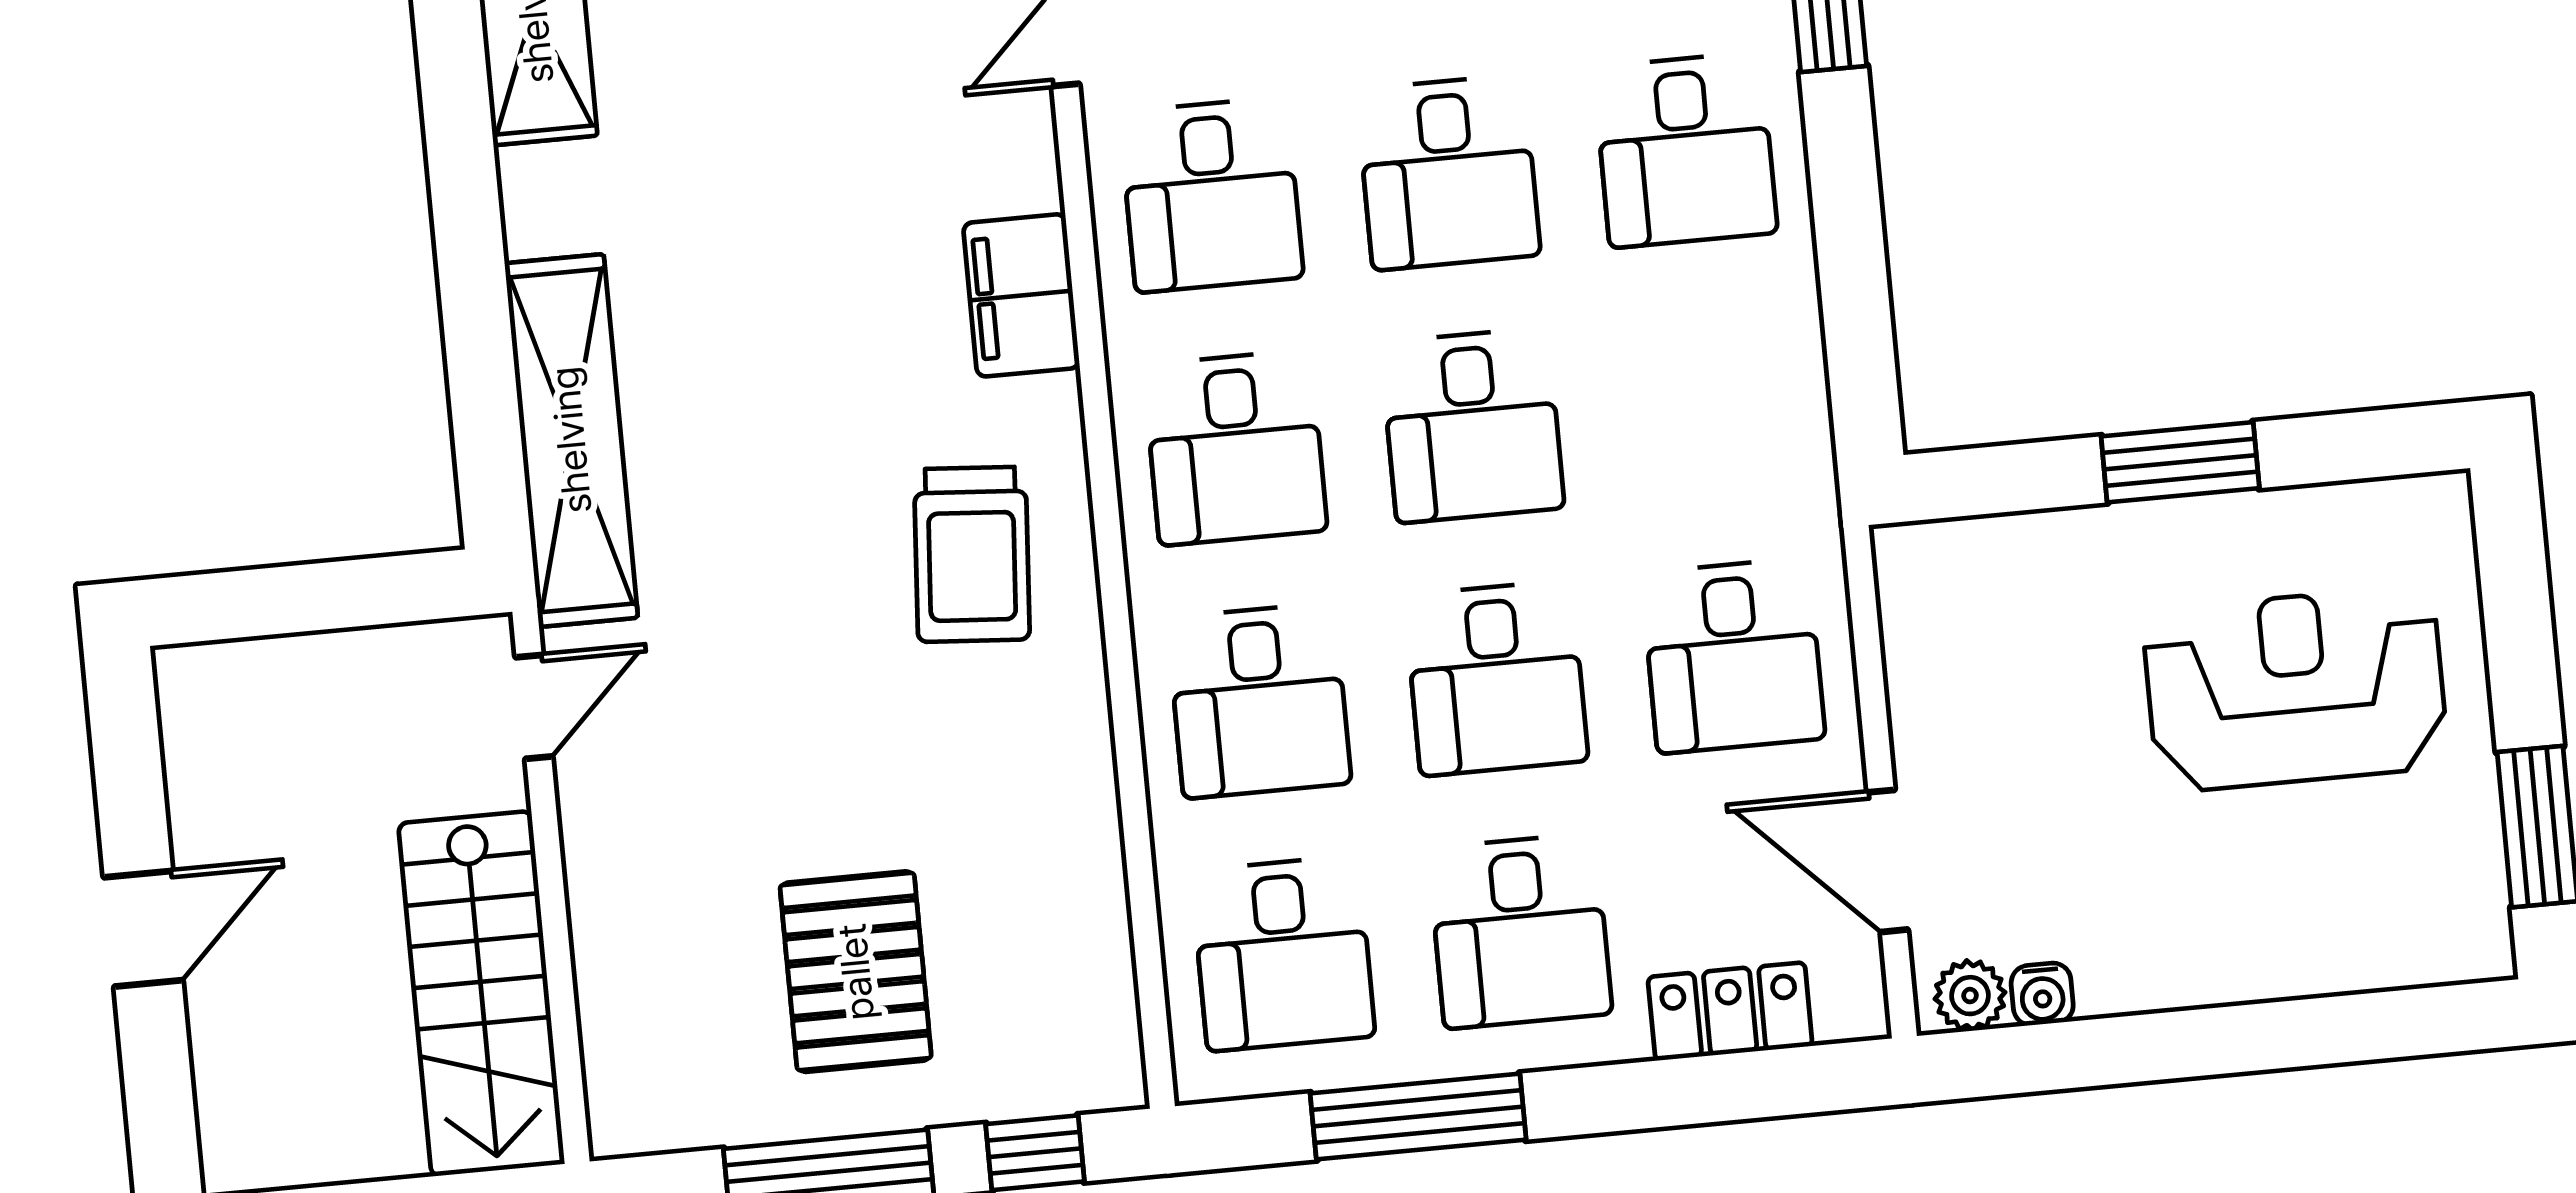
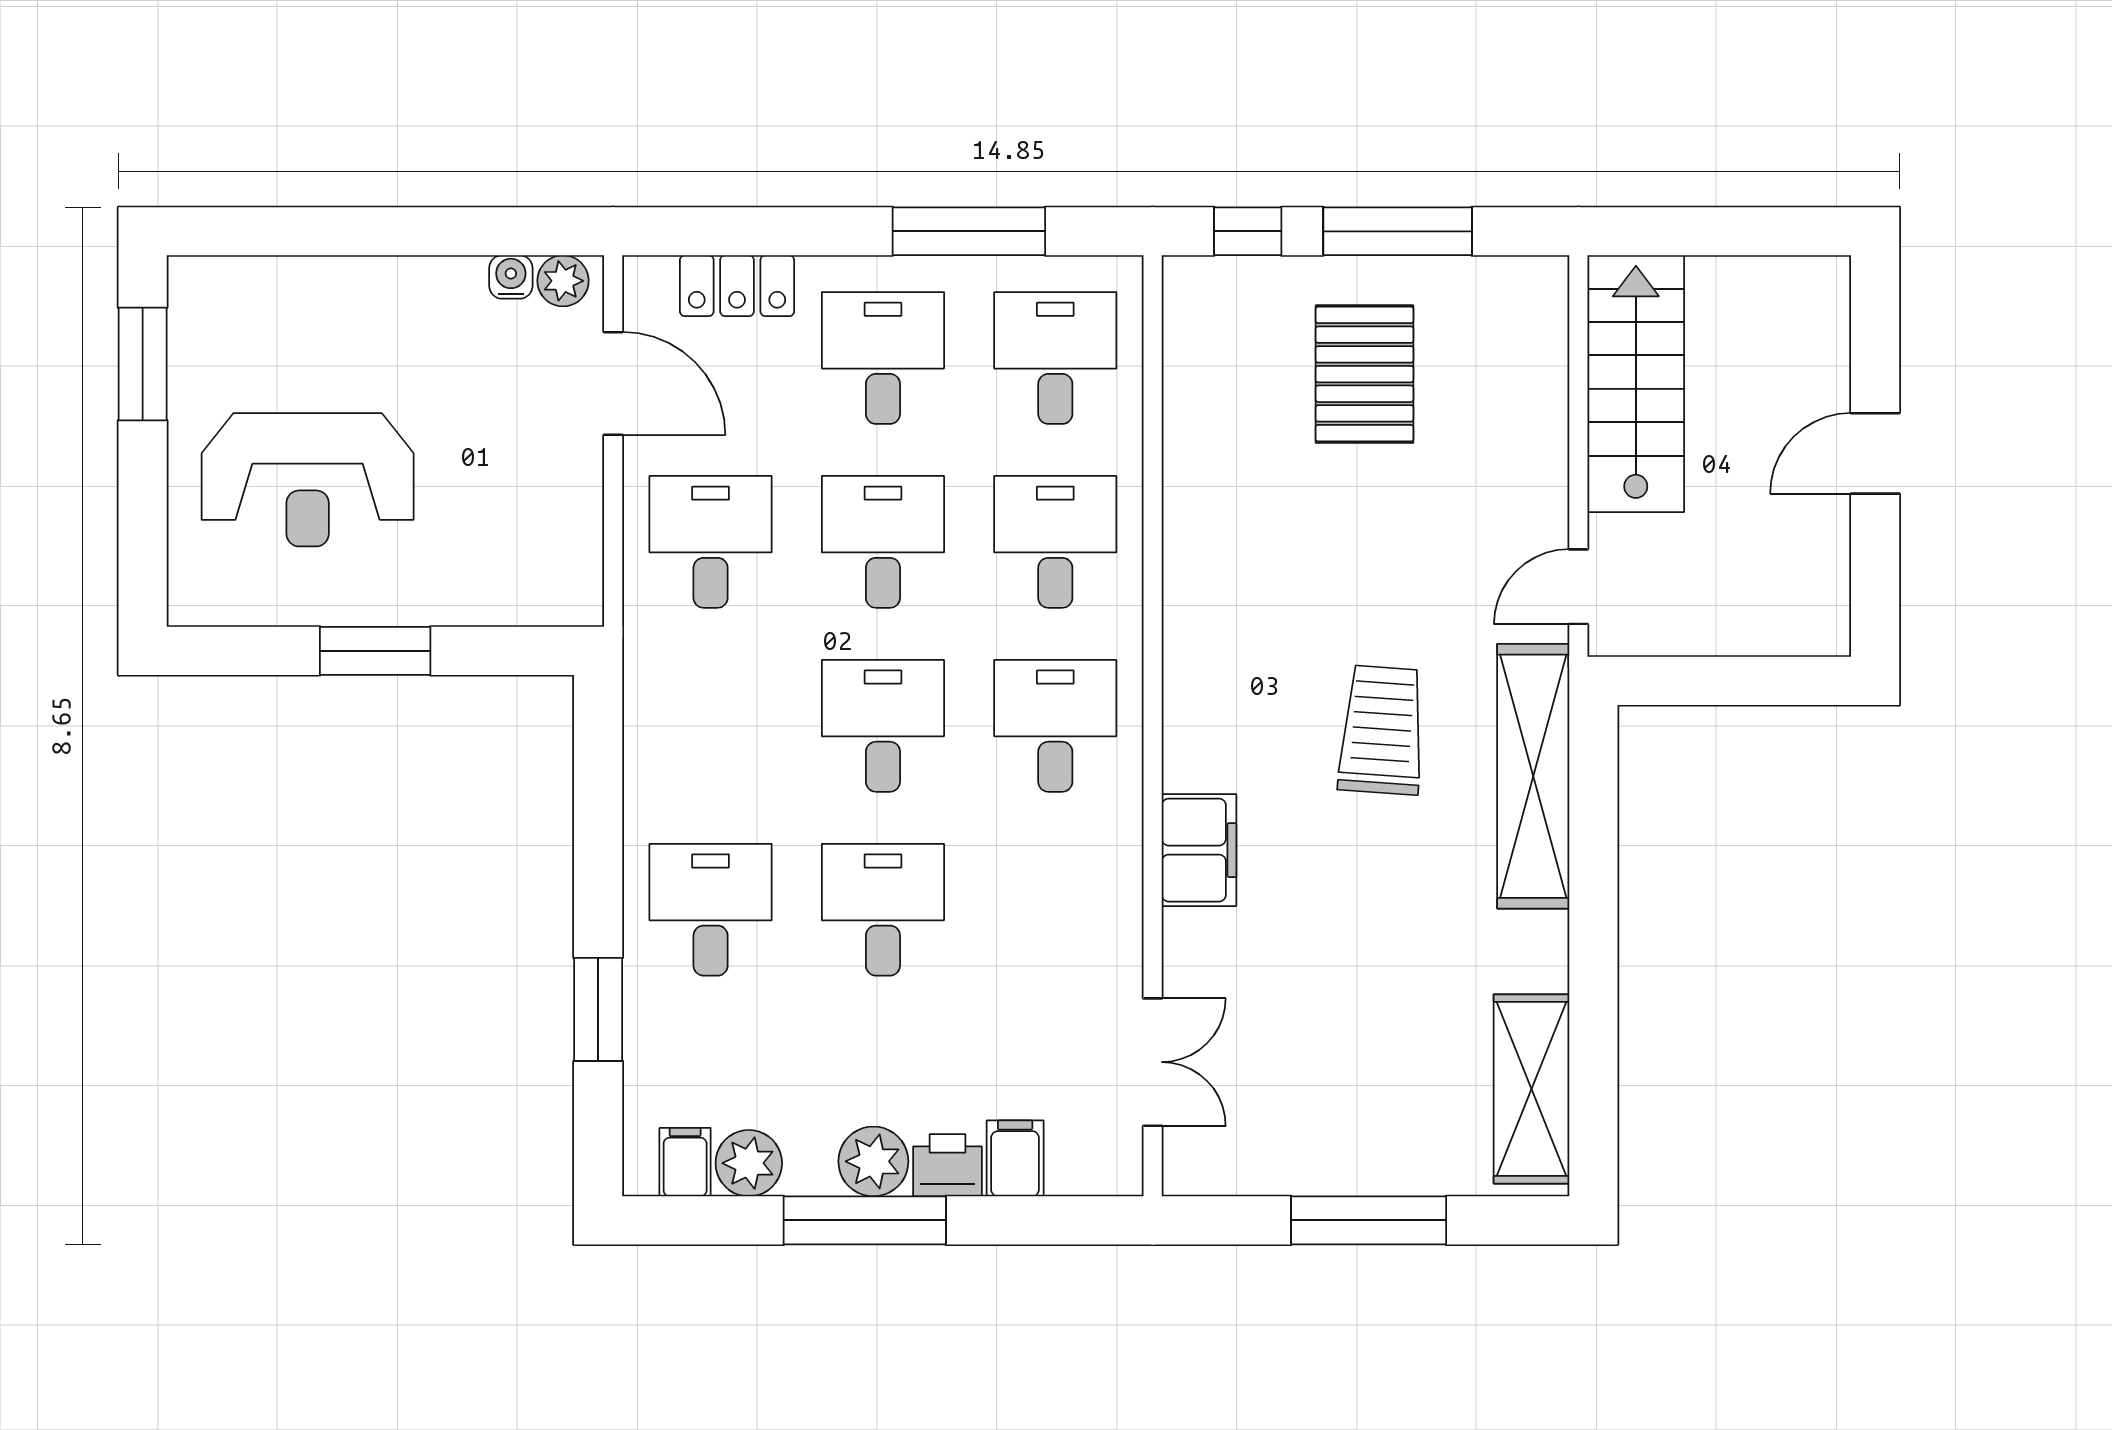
desk: (1211, 195) -> (1055, 910), removed
trolley: (972, 554) -> (1382, 730), moved

